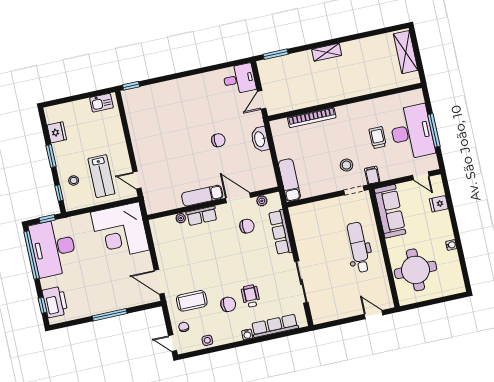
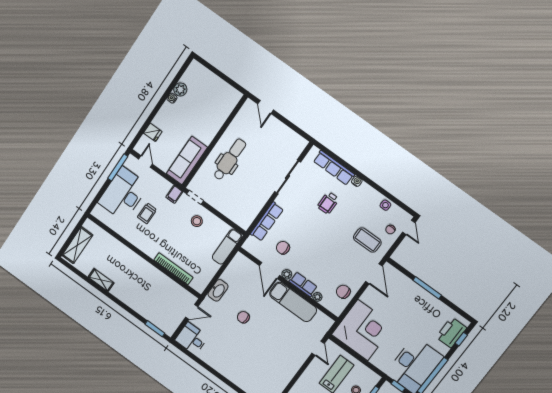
shelving: (327, 52) -> (101, 280), moved
window: (434, 130) -> (118, 167), moved
stool: (346, 165) -> (197, 221), moved
exam couch: (202, 196) -> (293, 302), width x1.36, depth x1.45
plant: (262, 201) -> (287, 274), moved
dental chair: (359, 247) -> (230, 159), turned 180
plant: (452, 258) -> (180, 89), added
round table: (415, 270) -> (210, 107), removed
chair: (228, 304) -> (343, 292), moved

